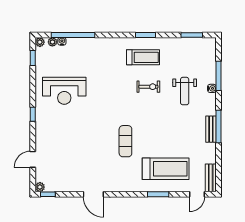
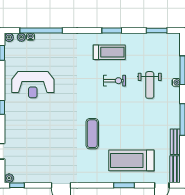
bench: (211, 129) -> (175, 142), moved
treadmill: (166, 169) -> (131, 160), turned 180

